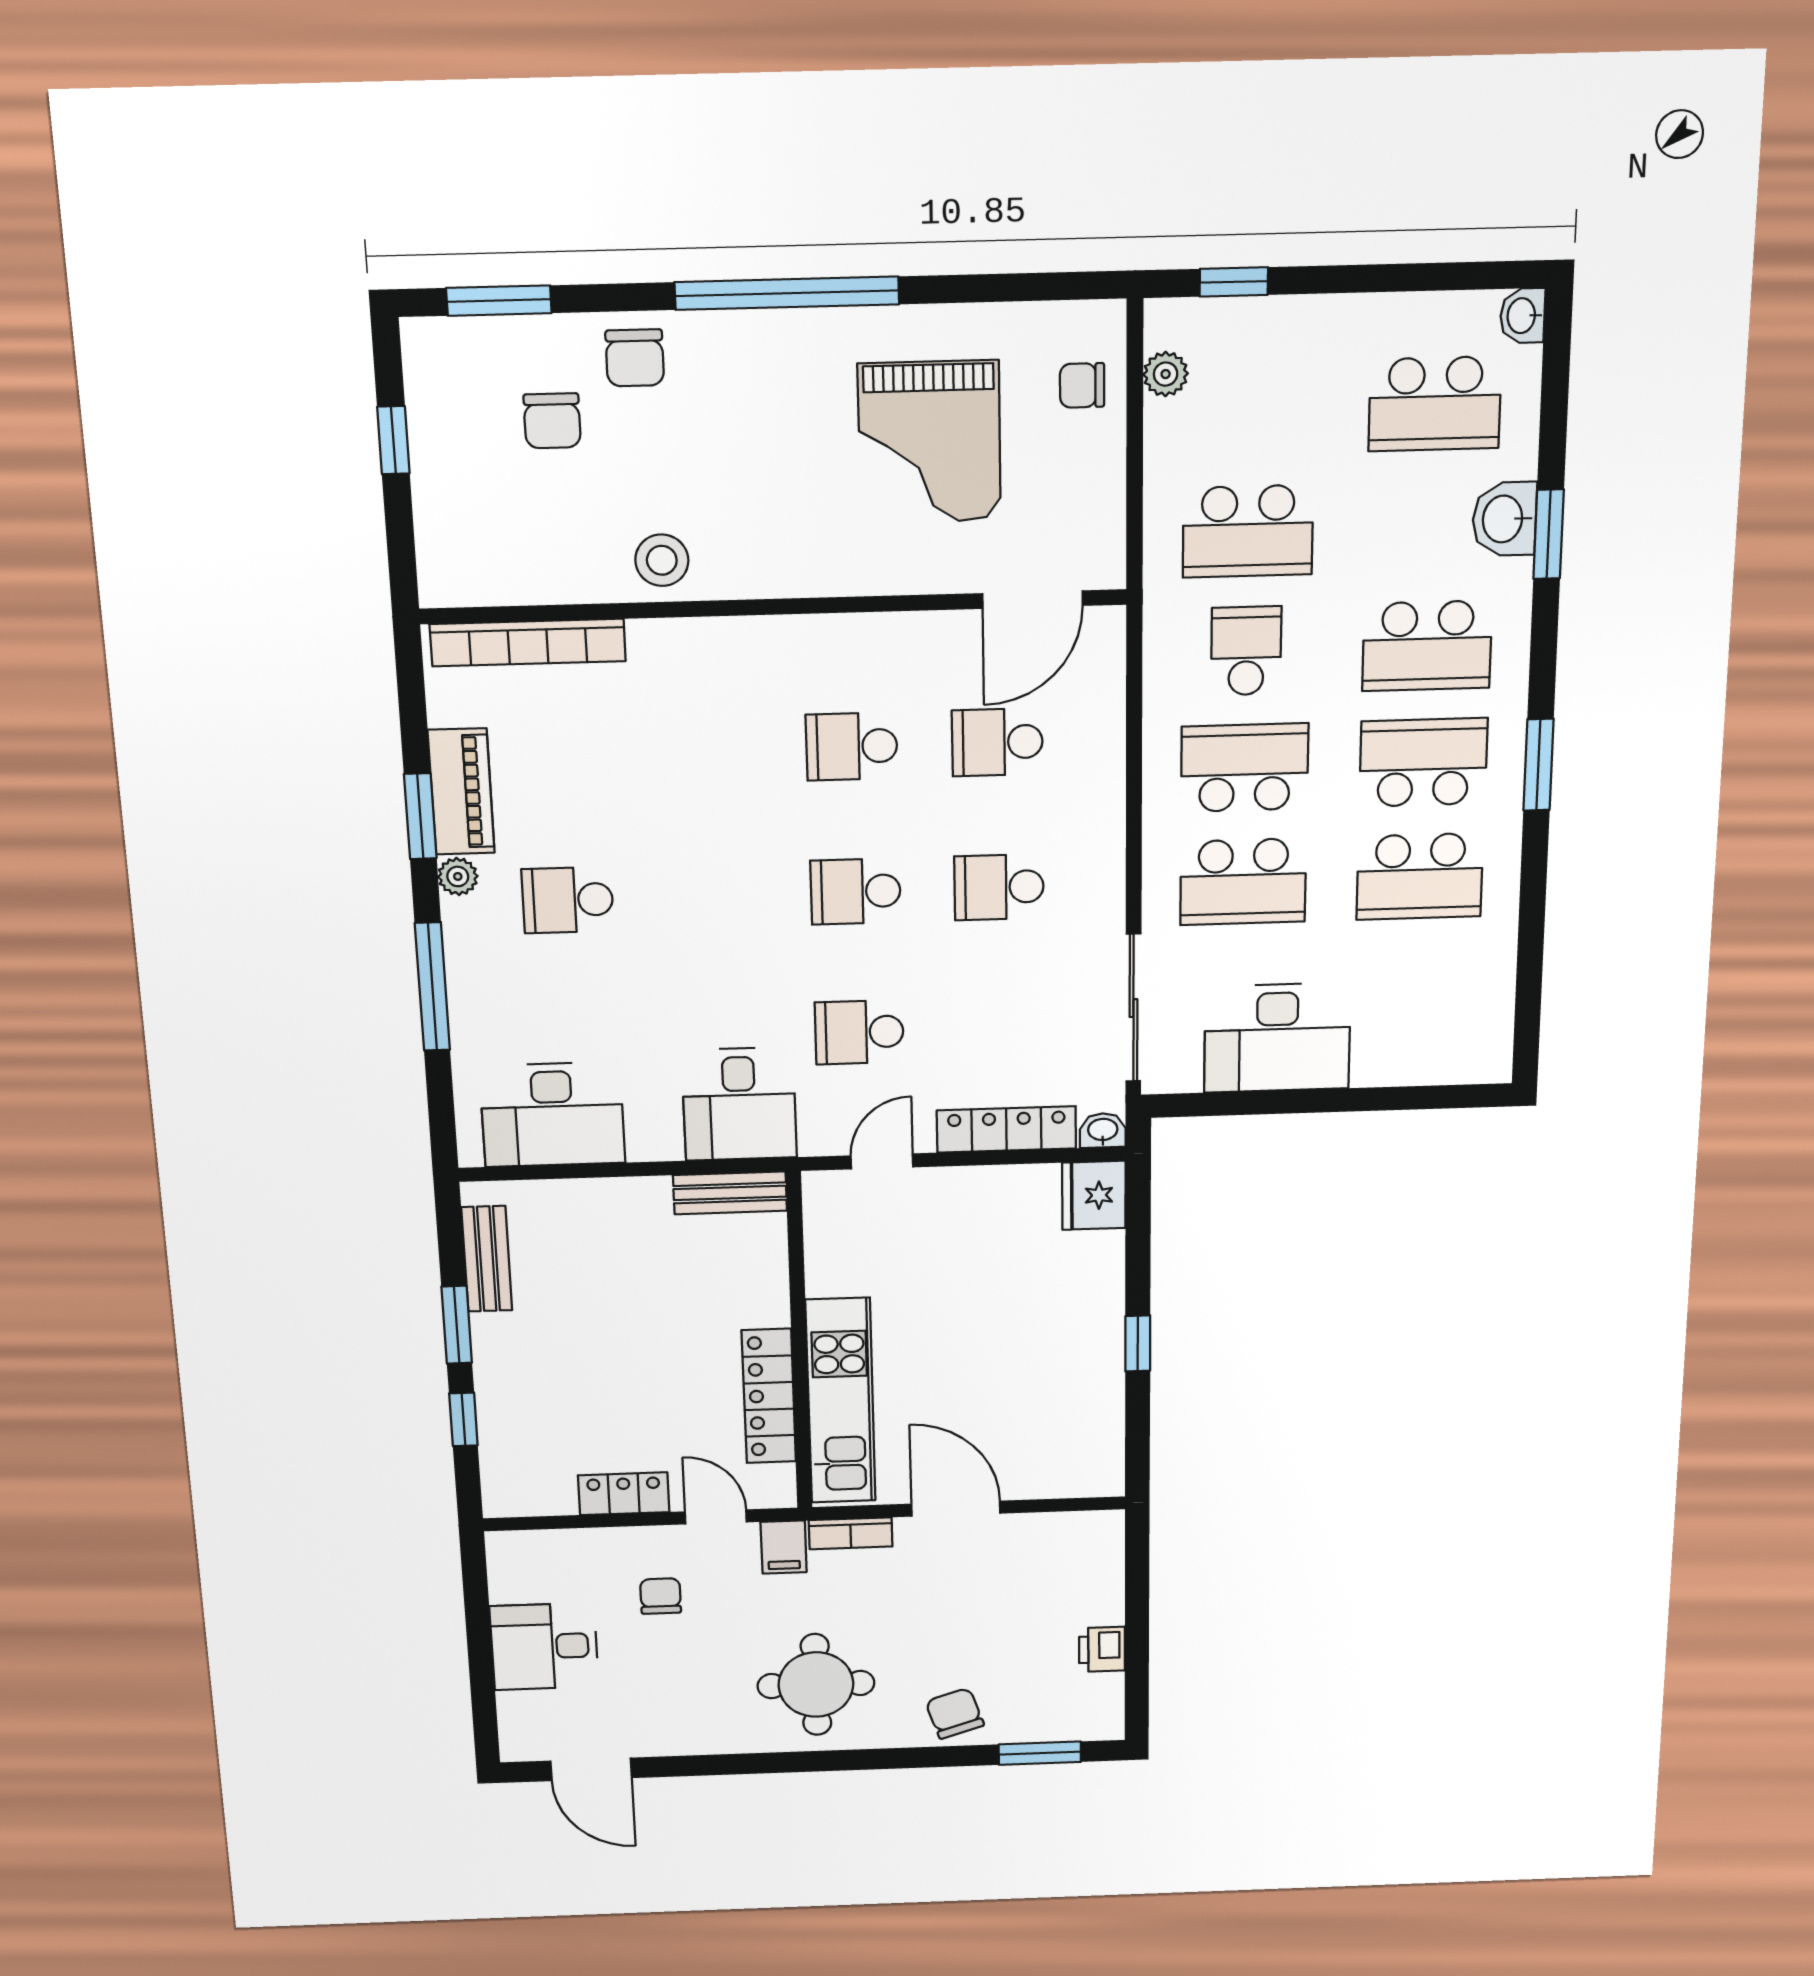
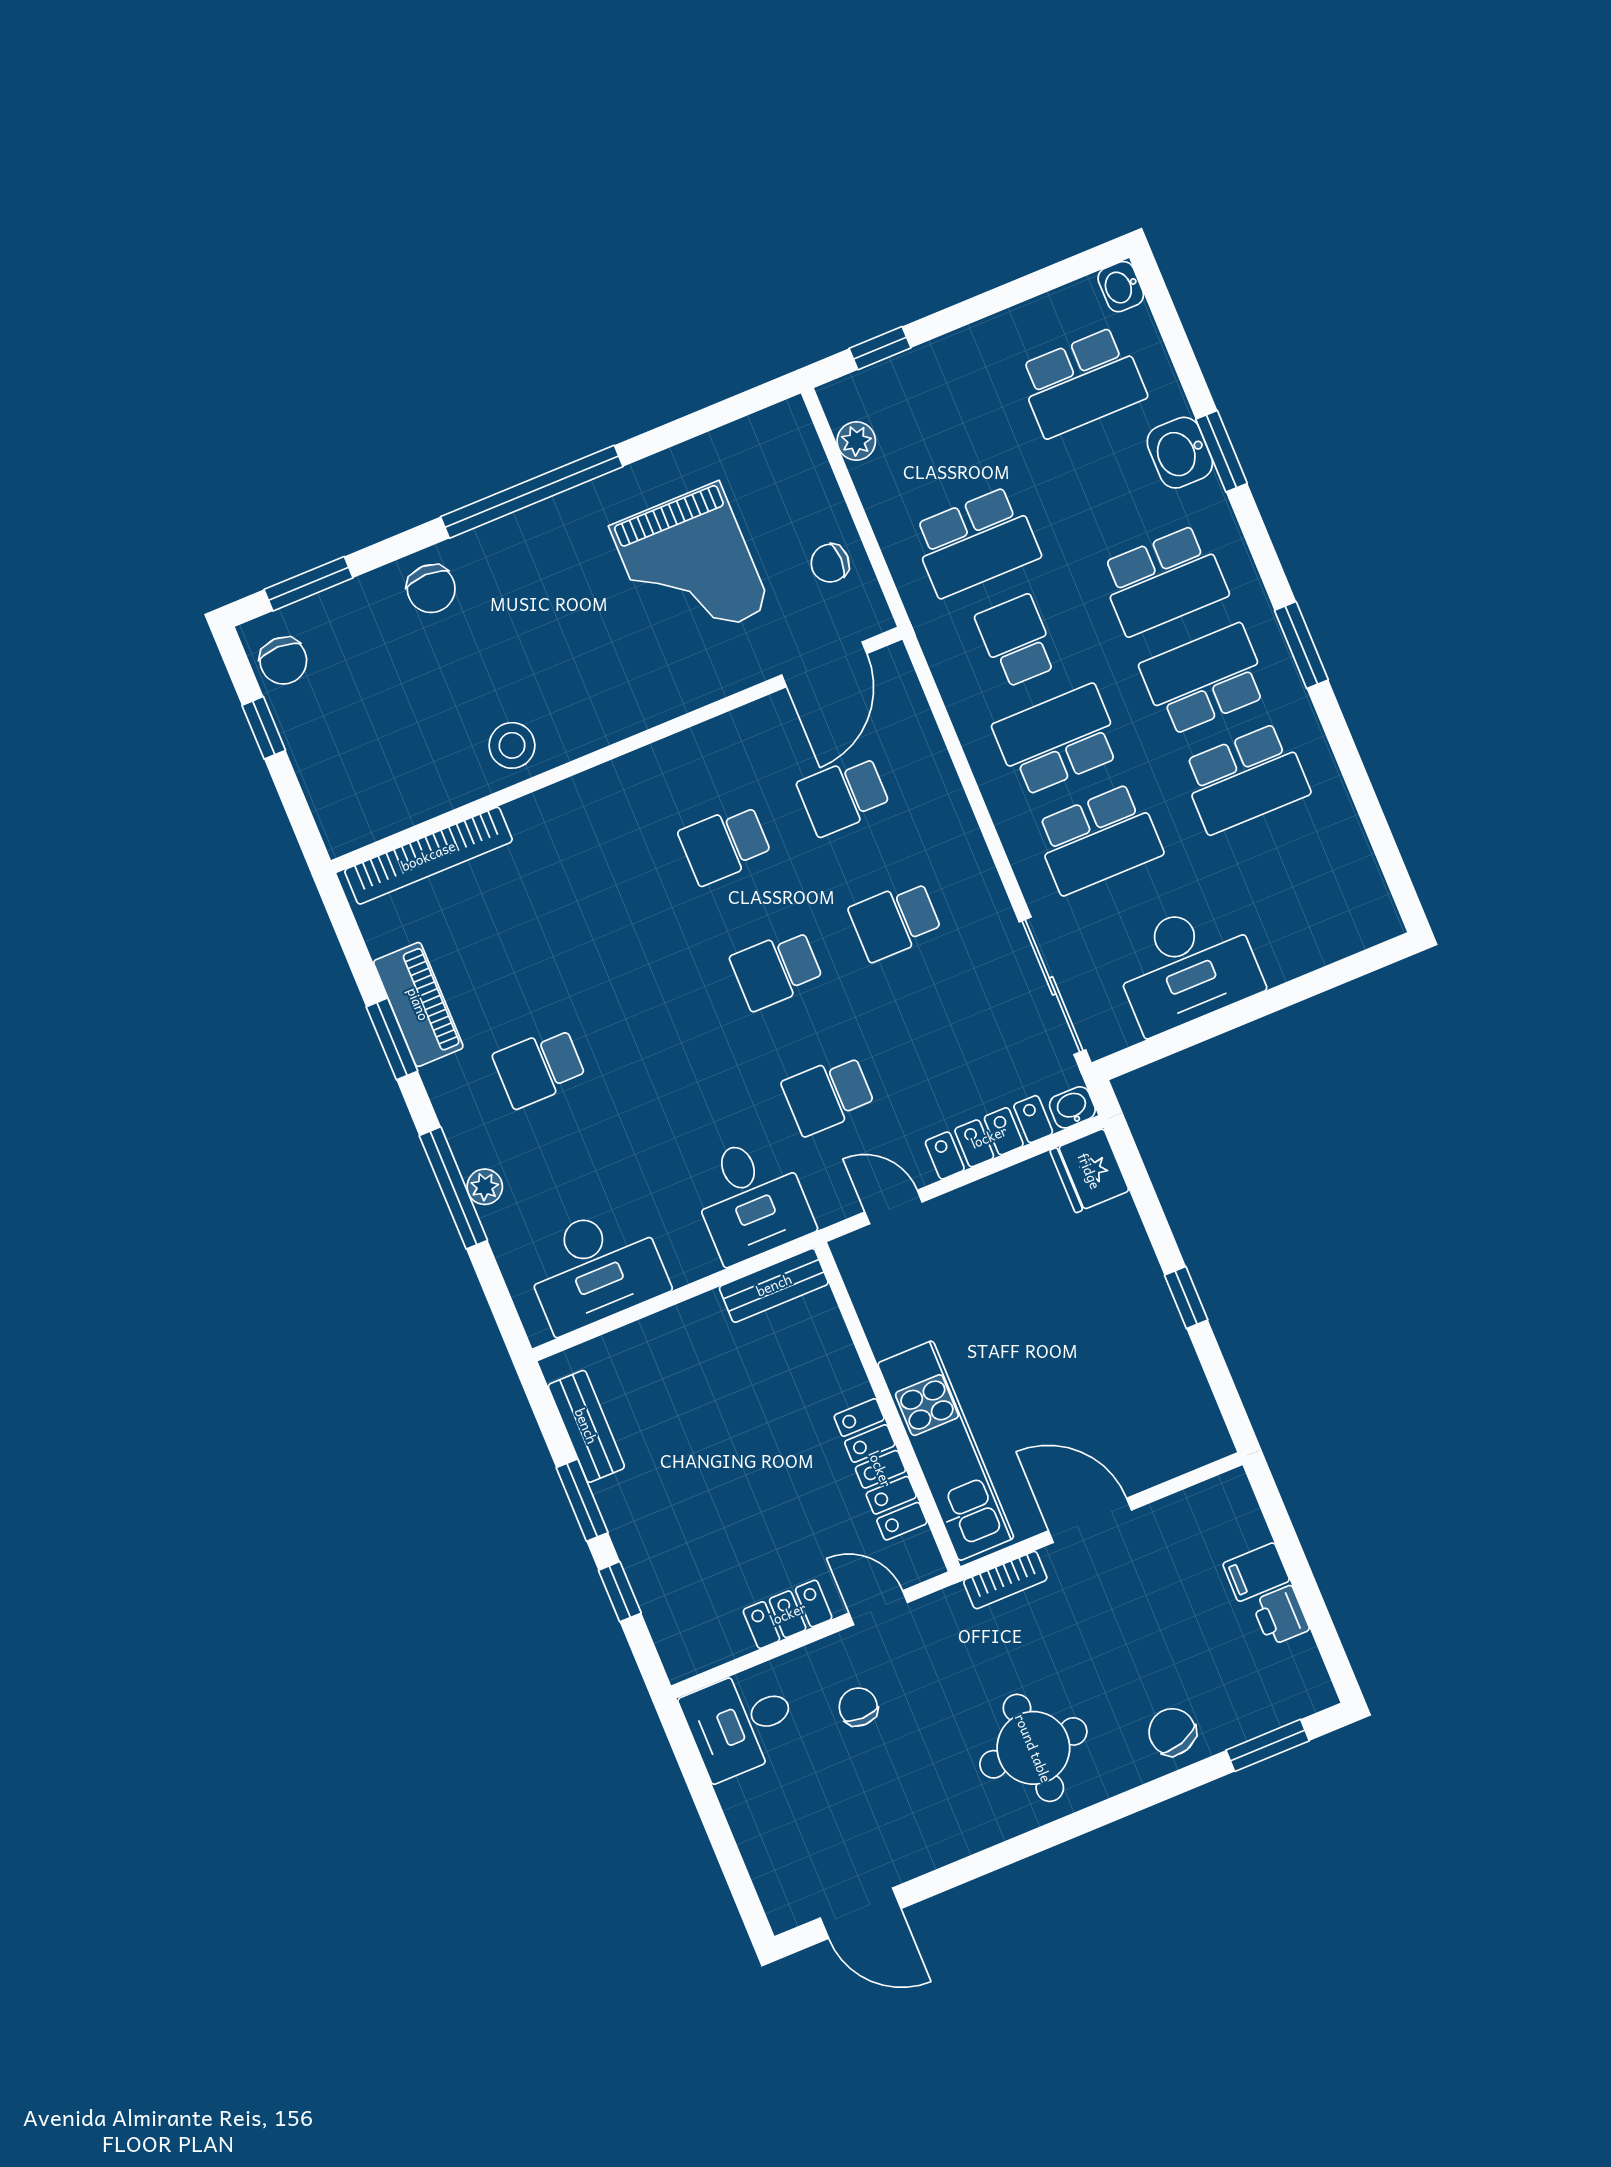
chair: (1082, 385) -> (830, 563), moved
chair: (552, 421) -> (283, 661), moved
plant: (458, 876) -> (485, 1187), moved
door: (882, 1161) -> (893, 1207), hinge flipped
filing cabinet: (784, 1547) -> (1256, 1572), moved, turned 90
desk: (544, 1646) -> (741, 1723), moved

